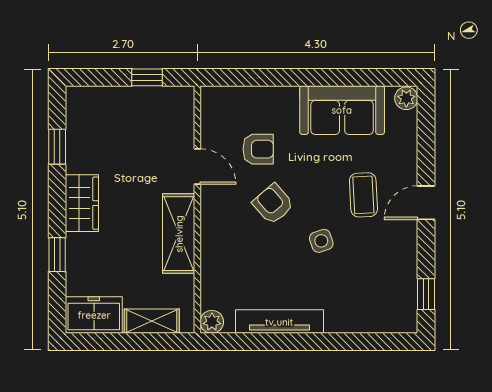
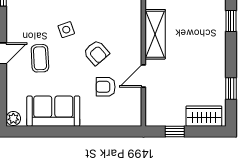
door: (197, 167) -> (143, 76), hinge flipped
wardrobe: (82, 203) -> (204, 116), moved, turned 90

